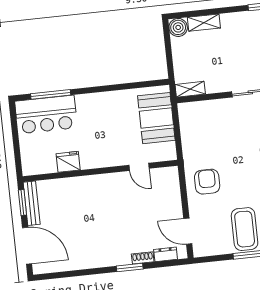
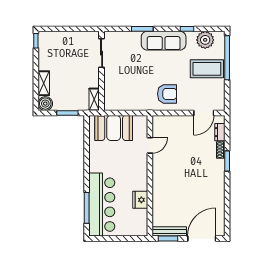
window: (169, 57) -> (67, 113), added
bar counter: (46, 115) -> (102, 205), width x1.36
armchair: (207, 182) -> (167, 94), turned 180

